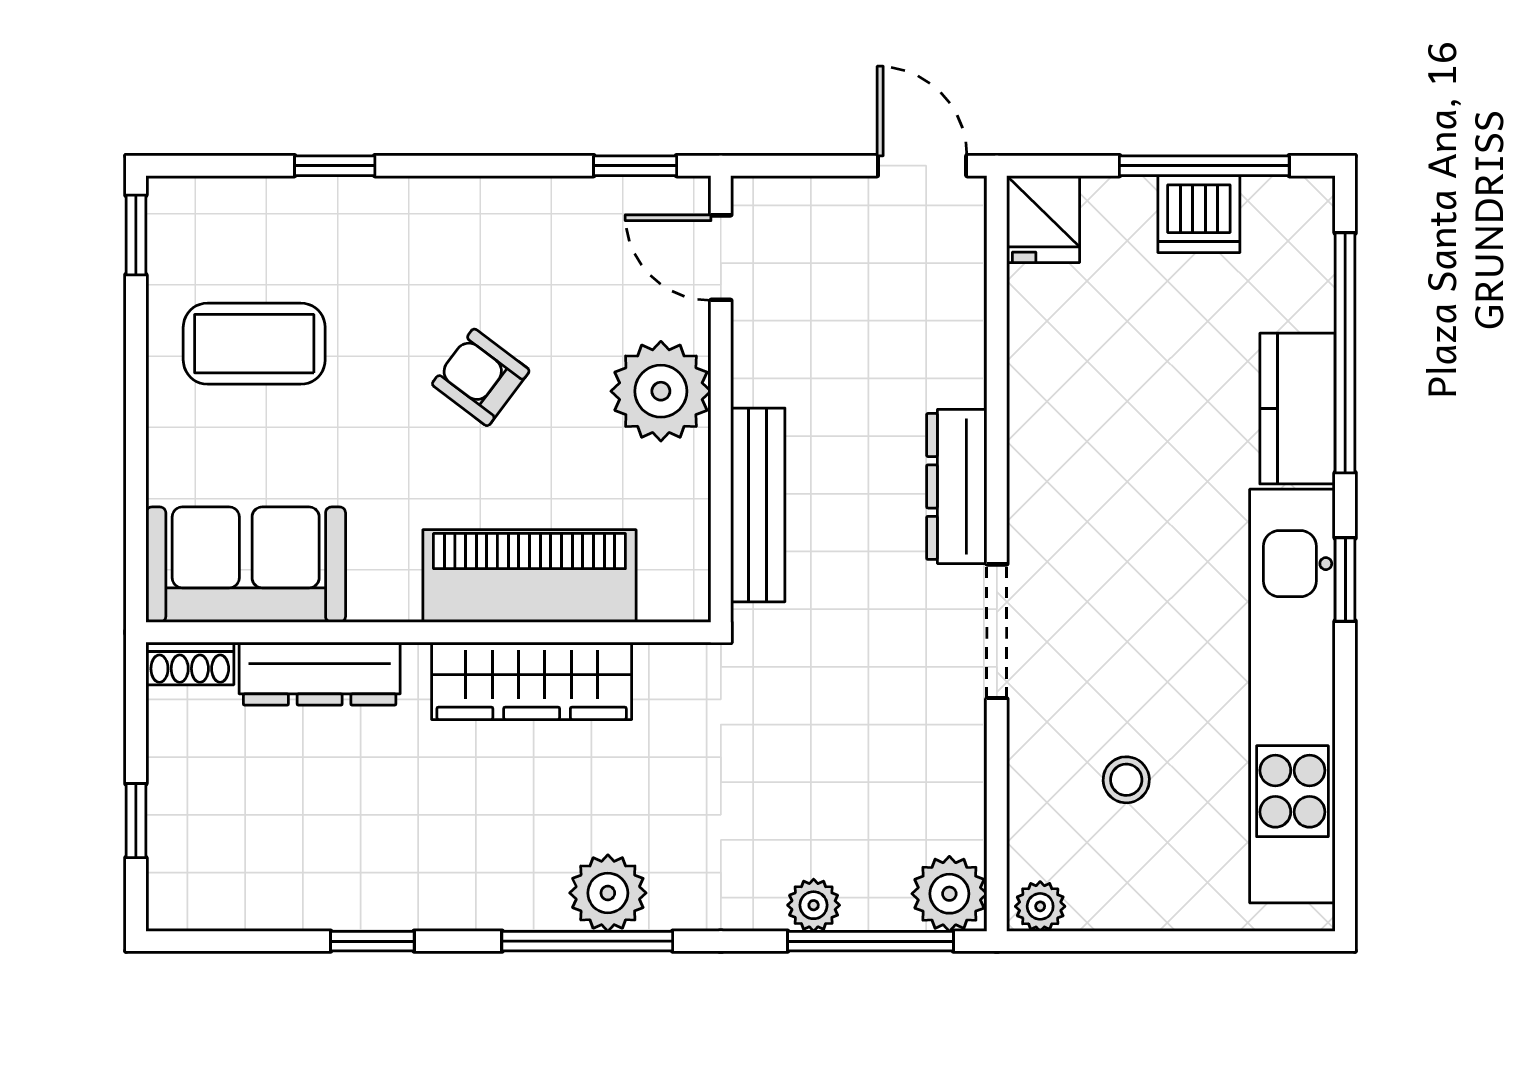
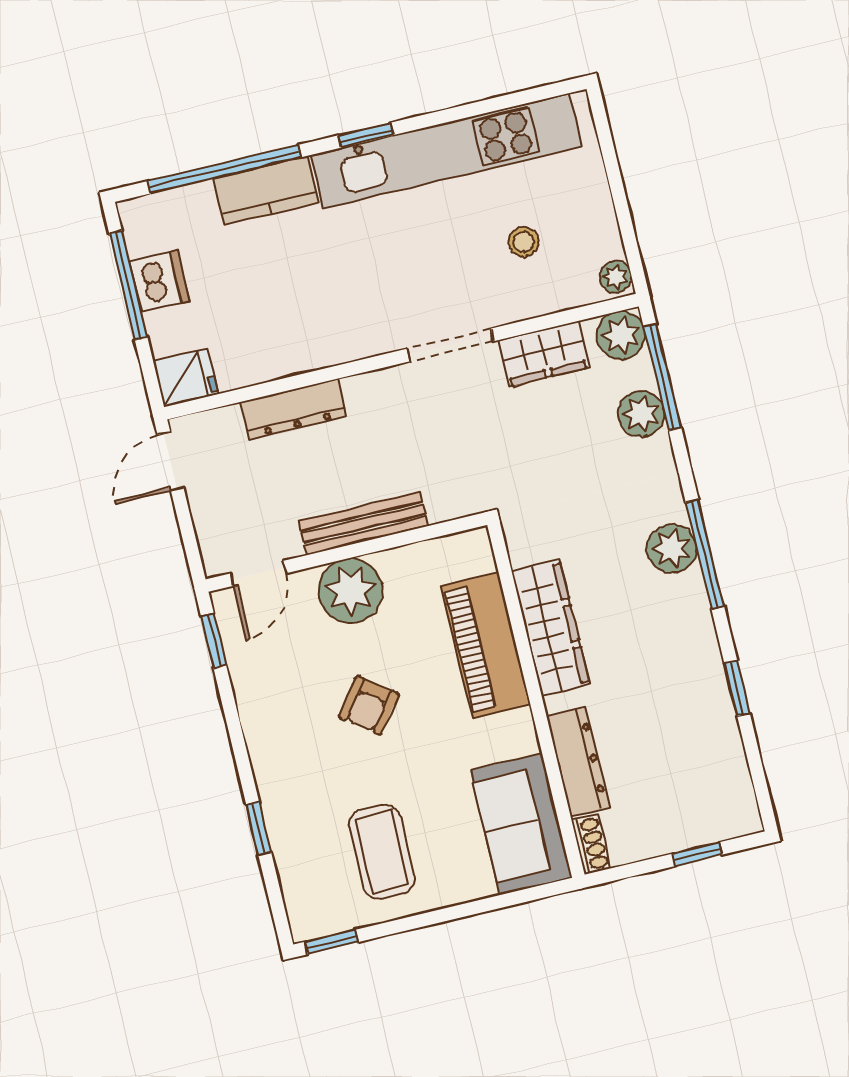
dresser: (957, 486) -> (294, 409), moved
bench: (758, 505) -> (363, 524), moved
wardrobe: (950, 770) -> (544, 354), added
plant: (814, 905) -> (641, 414), width x1.38, depth x1.38

